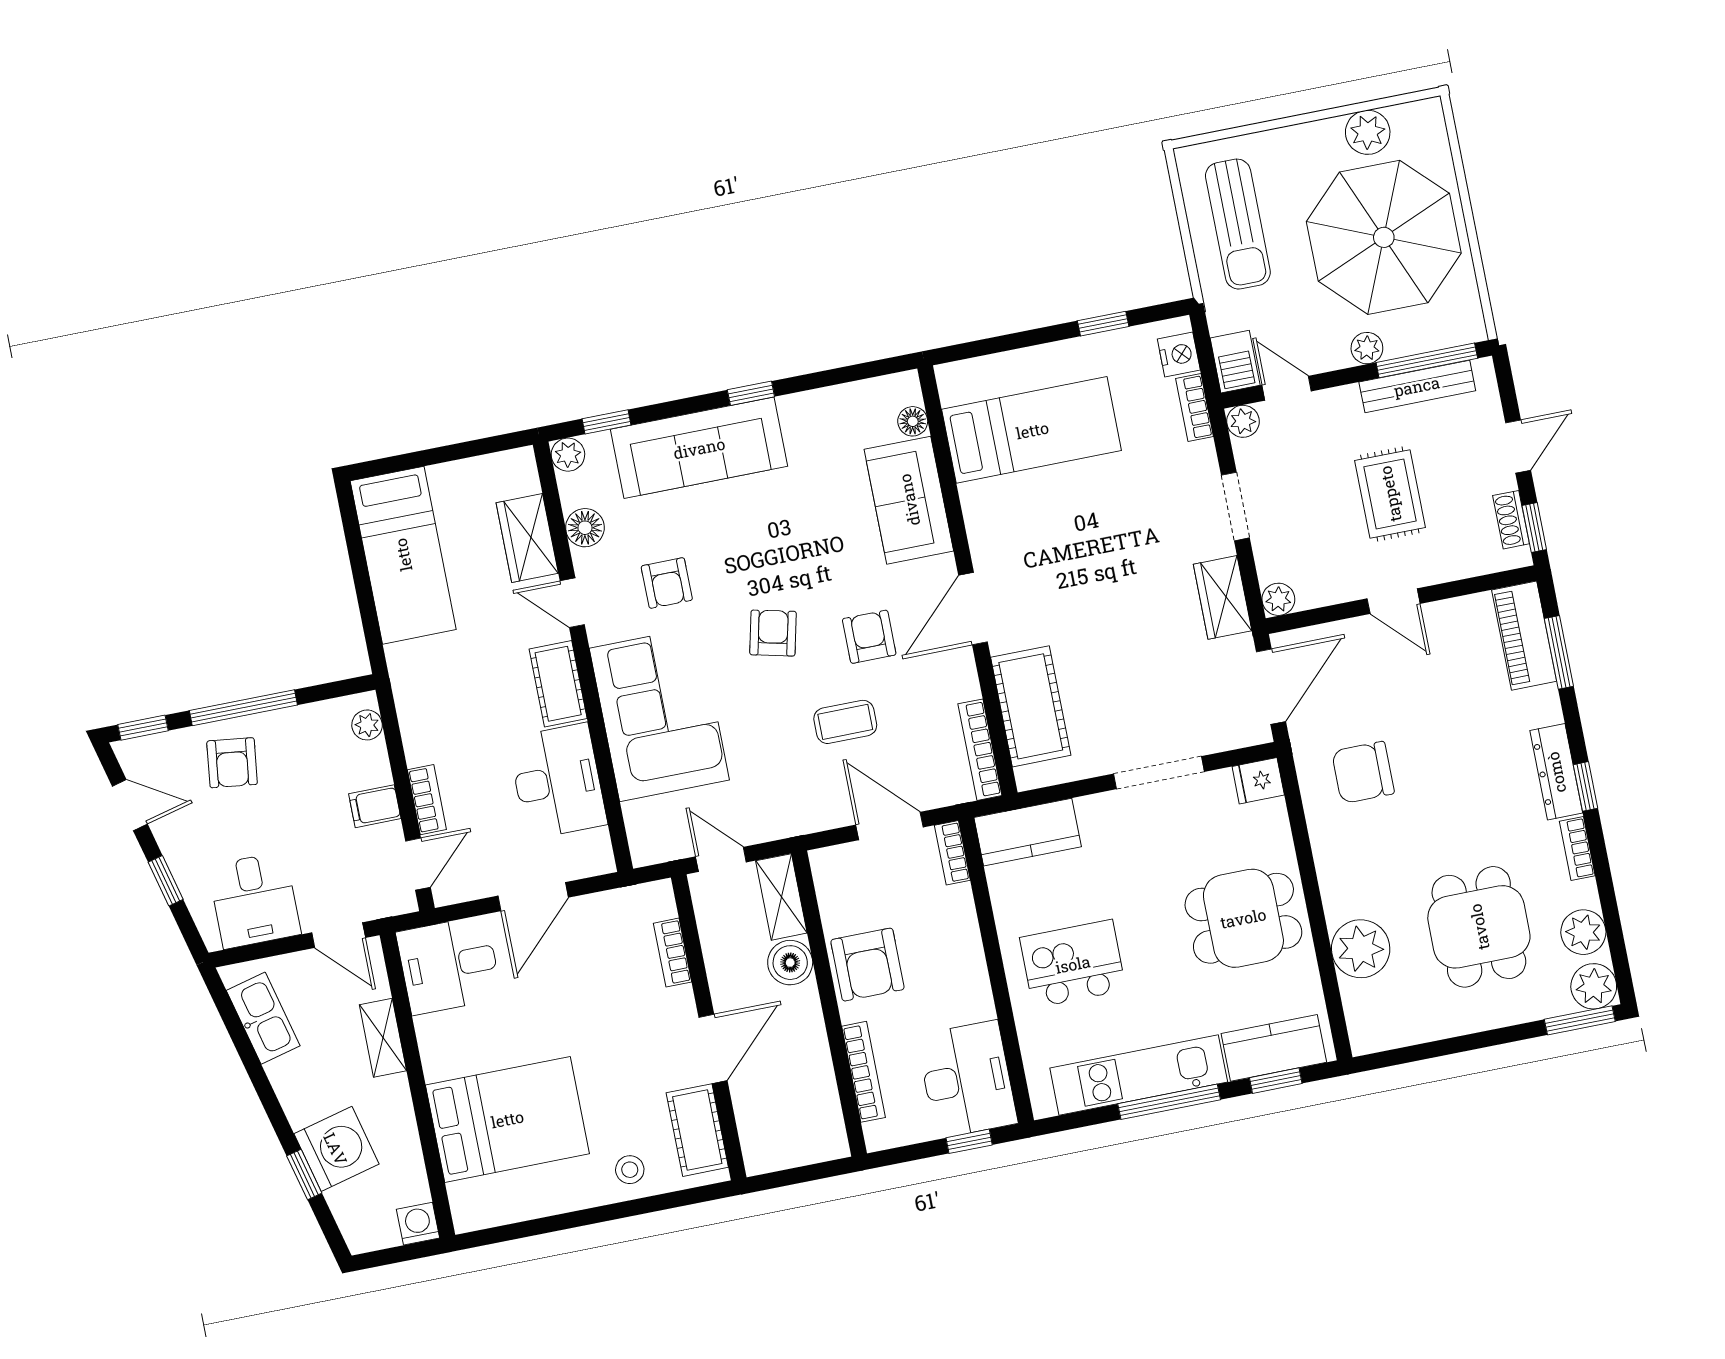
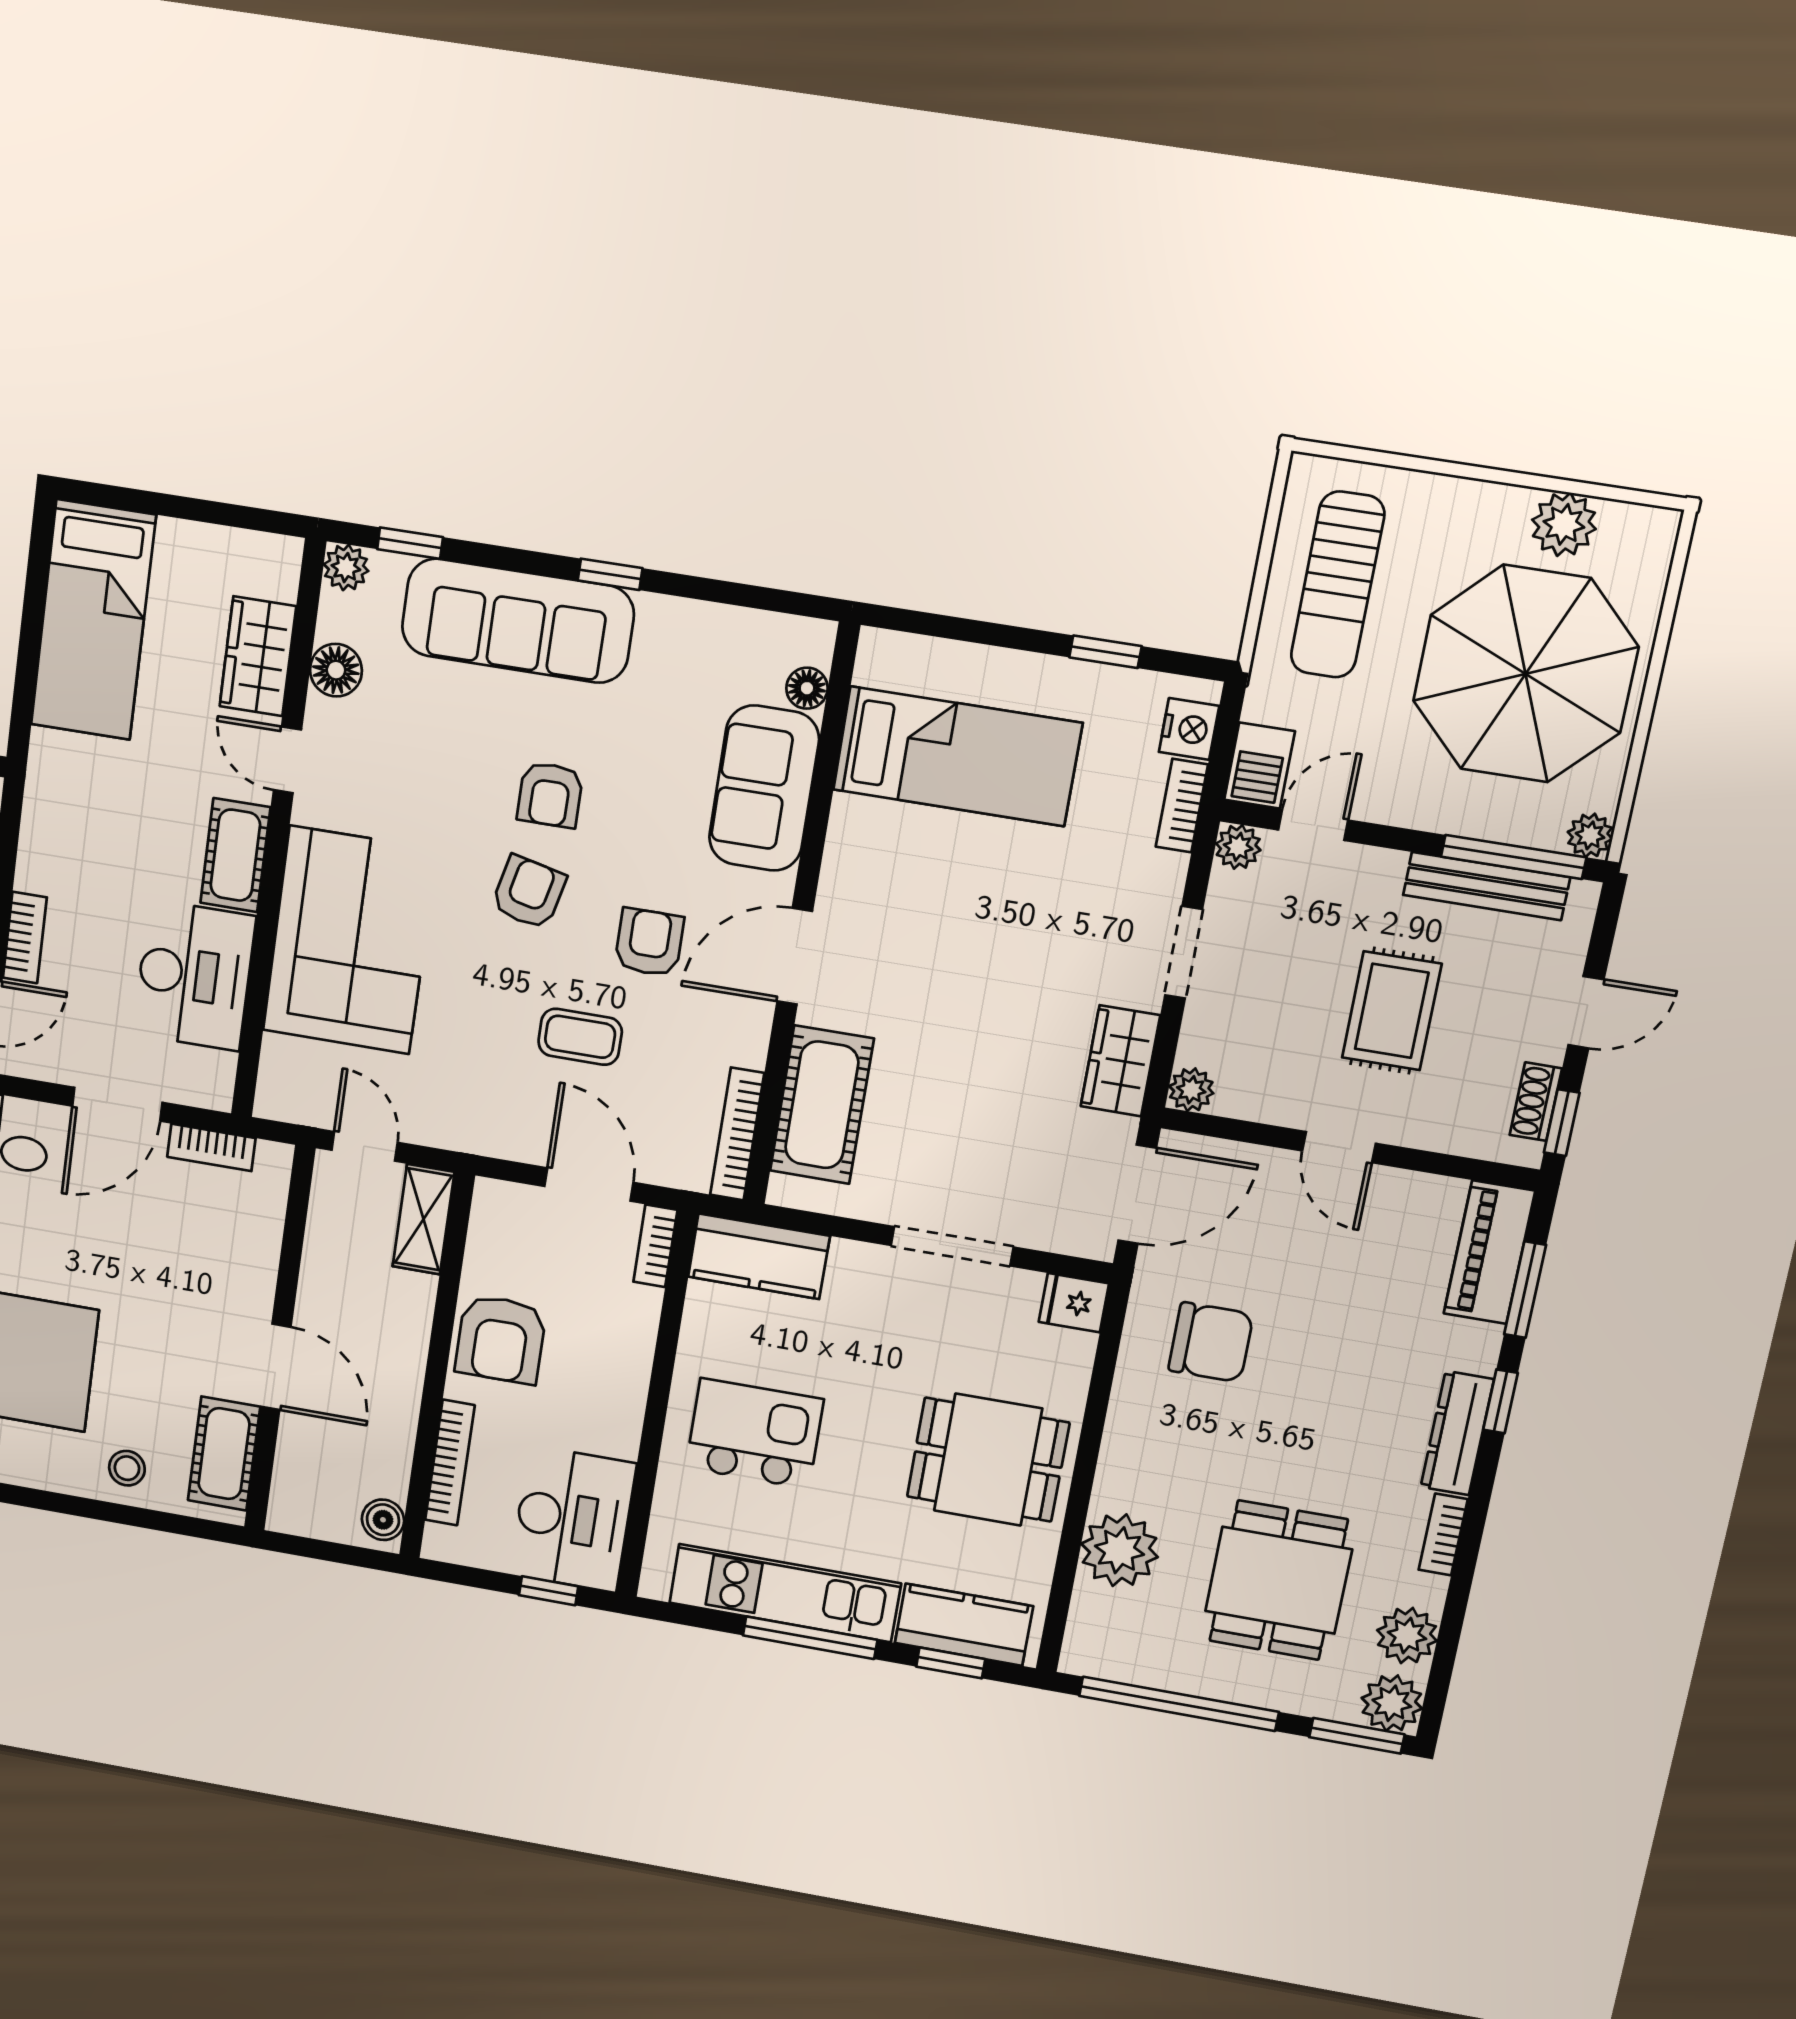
plant: (1367, 348) -> (1590, 835), moved
door: (1287, 388) -> (1313, 825), hinge flipped
armchair: (667, 583) -> (550, 795), moved
chair: (1363, 772) -> (1211, 1342), turned 180
window: (1585, 786) -> (1501, 1401), moved
bookcase: (673, 953) -> (211, 1147), moved, turned -90
boiler: (790, 963) -> (383, 1520), moved, width x0.73, depth x0.73
window: (1447, 1047) -> (1179, 1704), added
door: (713, 1049) -> (276, 1367), hinge flipped

